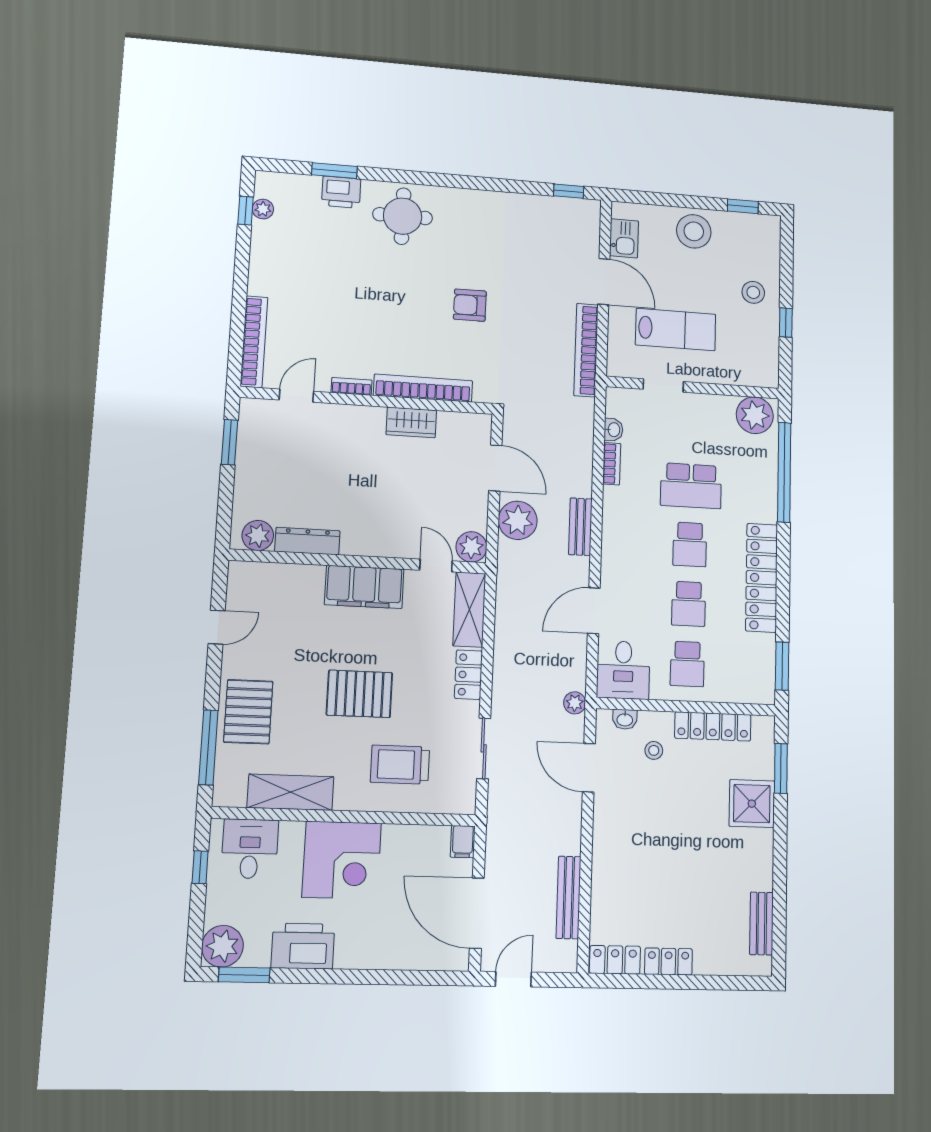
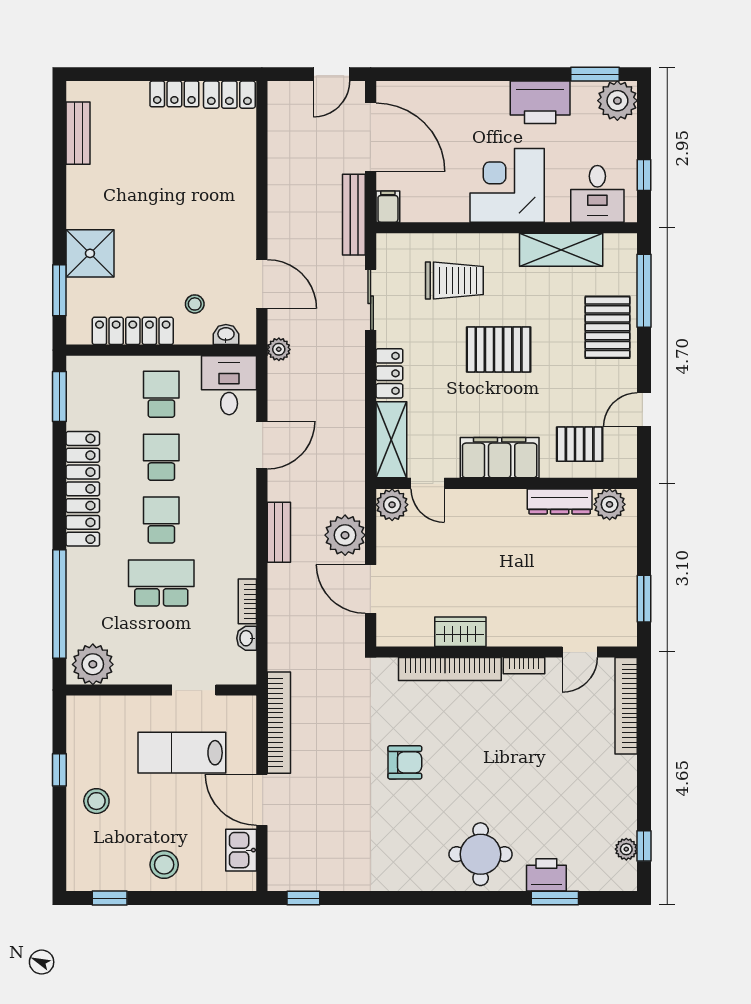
stool: (694, 231) -> (164, 865), width x0.73, depth x0.73
pallet: (284, 596) -> (580, 444), added
bench: (568, 897) -> (354, 215), moved

